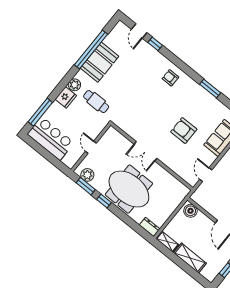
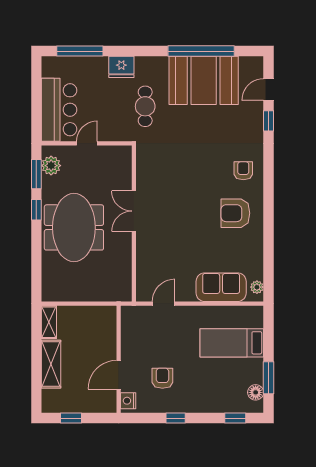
booth: (100, 62) -> (204, 80), width x1.36, depth x1.42
plant: (74, 85) -> (144, 65), removed
window: (210, 88) -> (268, 227), removed
armchair: (184, 131) -> (235, 213), moved, turned -90
bar counter: (51, 139) -> (59, 110), moved
boiler: (190, 211) -> (107, 320), removed
dresser: (149, 227) -> (49, 287), removed

